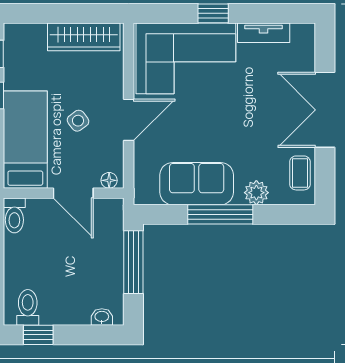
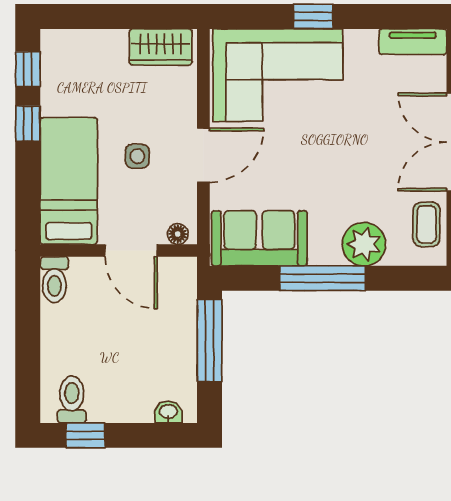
tv unit: (264, 33) -> (413, 42), moved
wardrobe: (84, 37) -> (161, 47), width x0.67
side table: (78, 121) -> (137, 156), turned 37
sofa: (197, 184) -> (259, 238), moved
plant: (256, 193) -> (364, 244), width x1.36, depth x1.36

